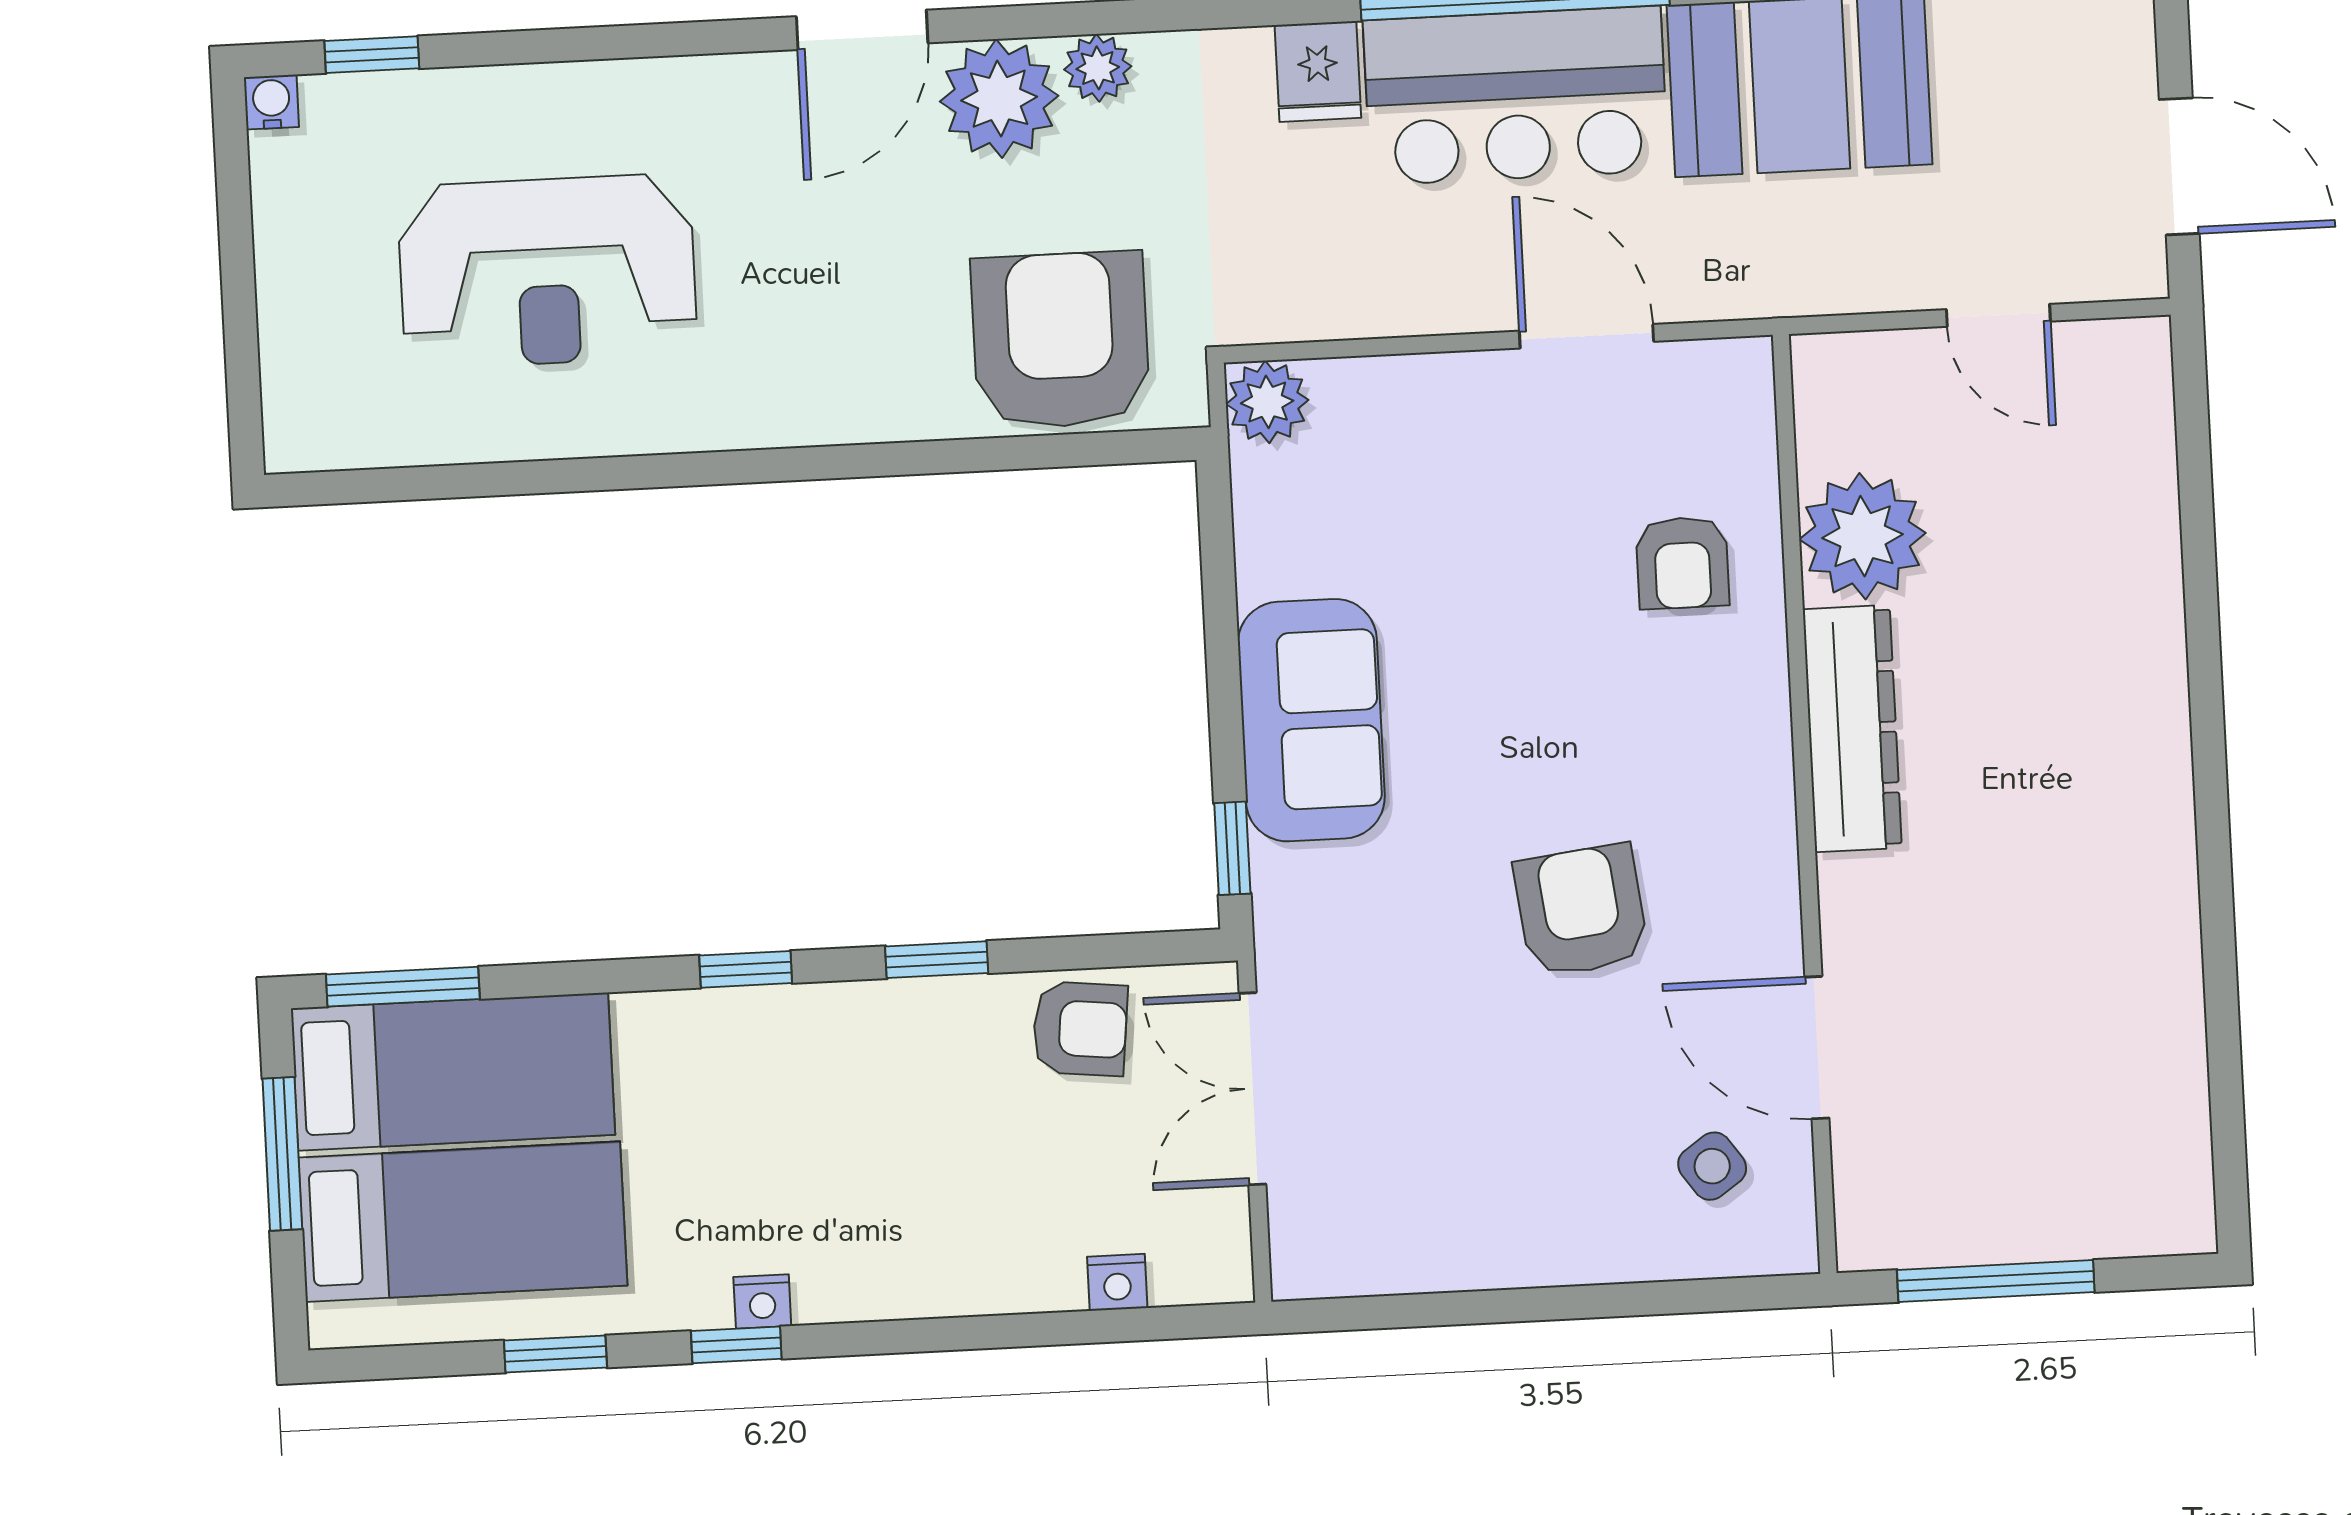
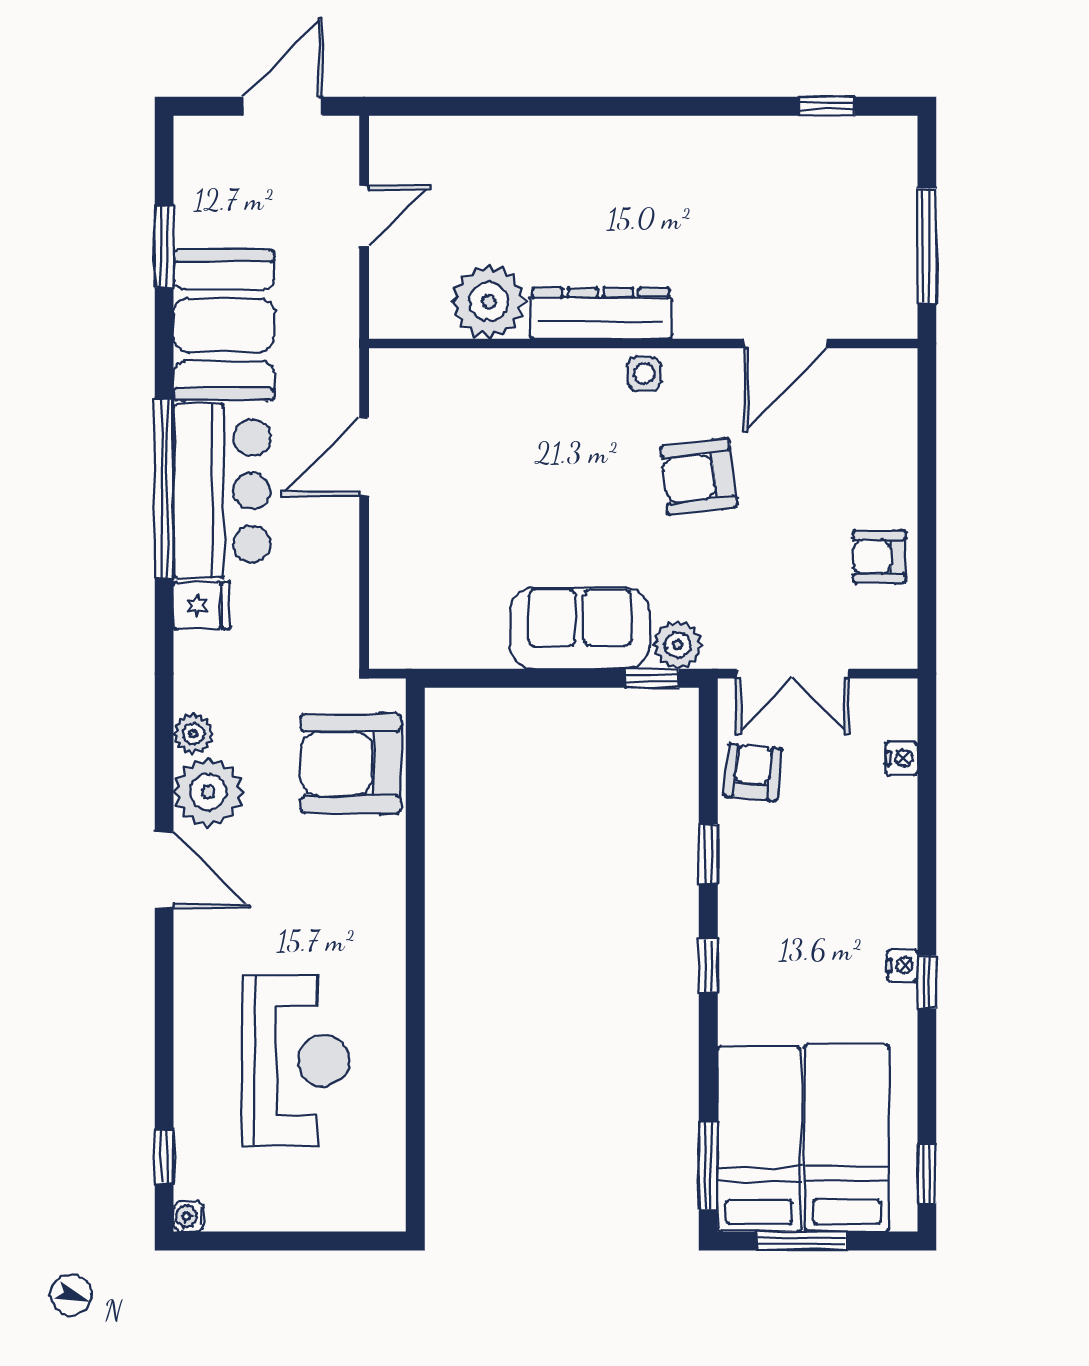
plant: (1267, 402) -> (678, 645), moved
armchair: (1682, 563) -> (879, 557), moved, turned 180
window: (2226, 1099) -> (827, 106), added
side table: (1712, 1166) -> (644, 374), moved, turned 35
window: (555, 1354) -> (927, 1174), moved

